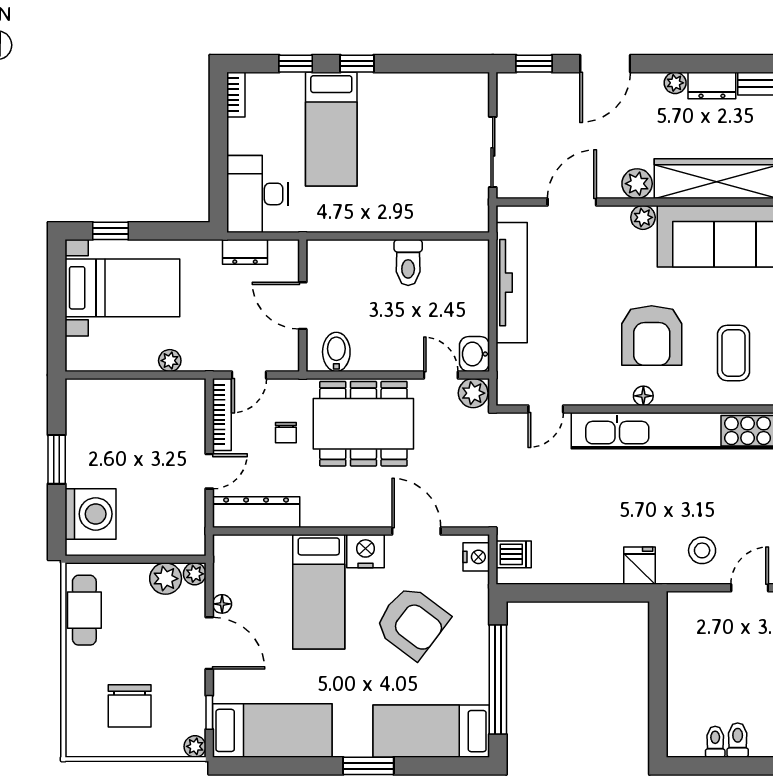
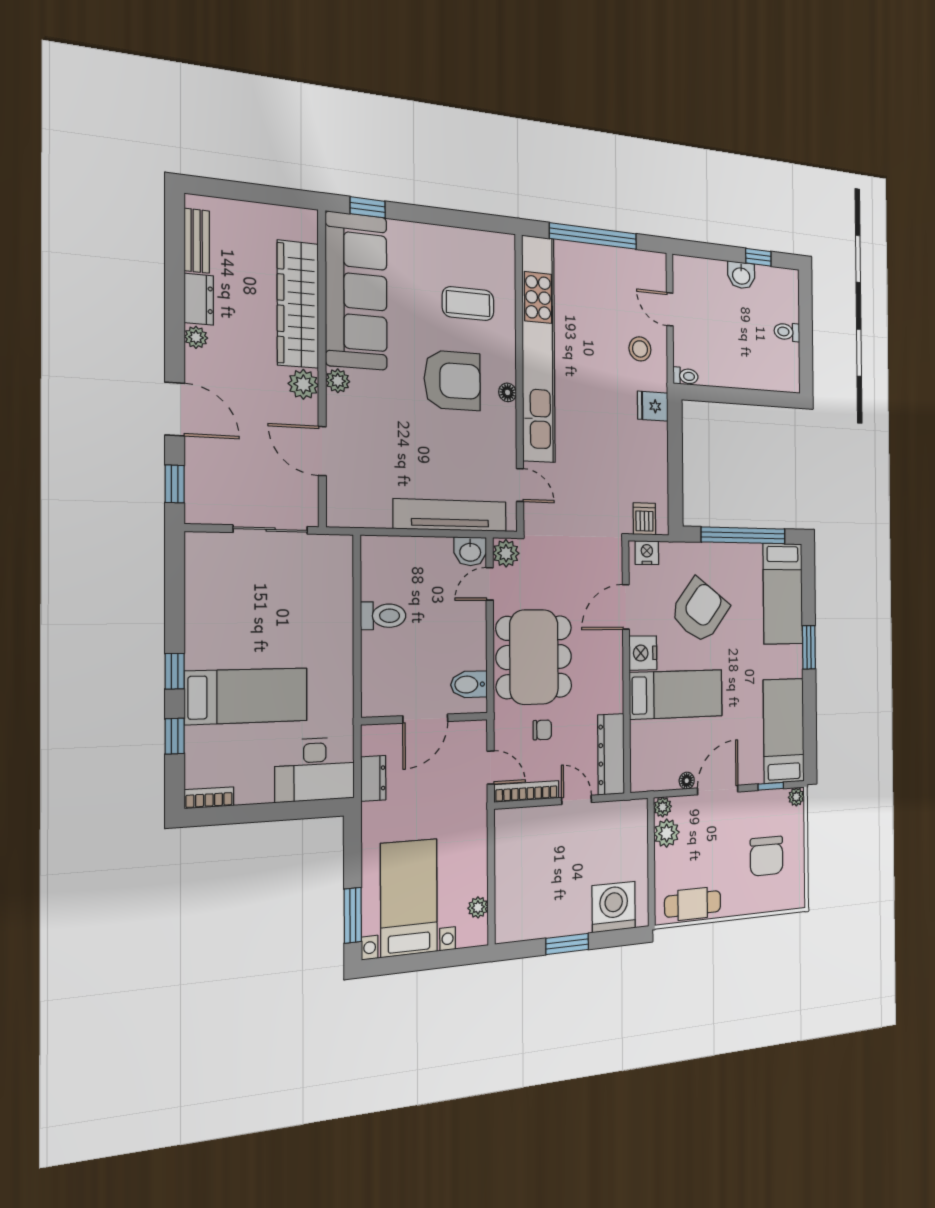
window: (110, 231) -> (353, 915), width x1.50
tv unit: (512, 283) -> (450, 515), moved
plant: (170, 361) -> (478, 907), moved
chair: (130, 706) -> (767, 856), turned 90
toilet: (715, 742) -> (686, 376), moved, turned 180

